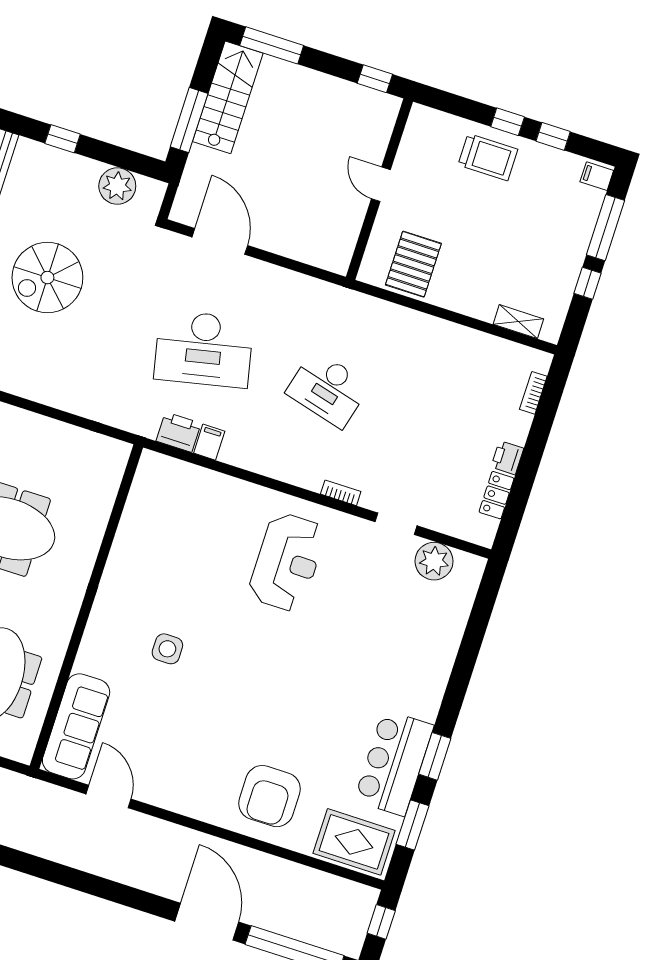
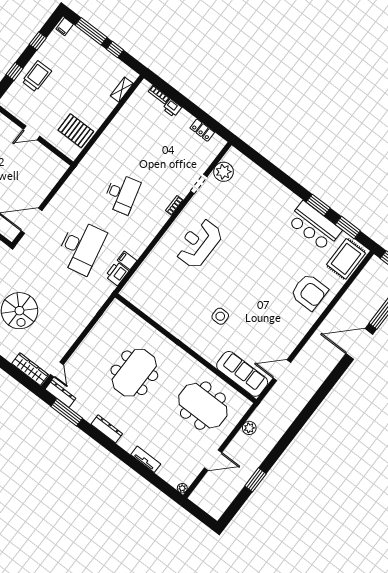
window: (508, 122) -> (15, 71), moved
desk: (328, 389) -> (122, 194), turned -30
printer: (507, 458) -> (172, 108), moved
reception desk: (287, 562) -> (199, 243), turned -90

